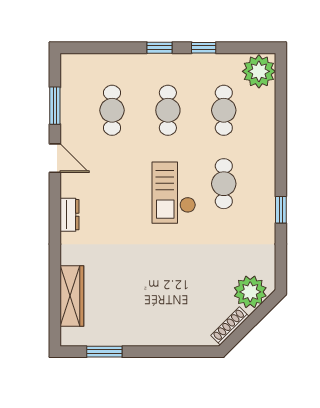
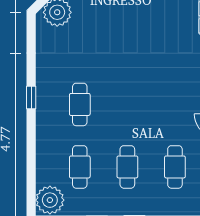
checkout: (174, 193) -> (122, 97), removed
window: (281, 210) -> (31, 98), moved

